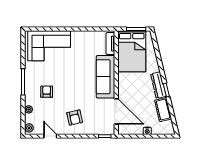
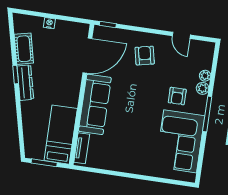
corner sofa: (49, 46) -> (180, 141), moved, turned -90
bed: (132, 51) -> (61, 135), width x0.67
door: (116, 111) -> (87, 56), swing flipped
plant: (29, 128) -> (203, 88), moved

